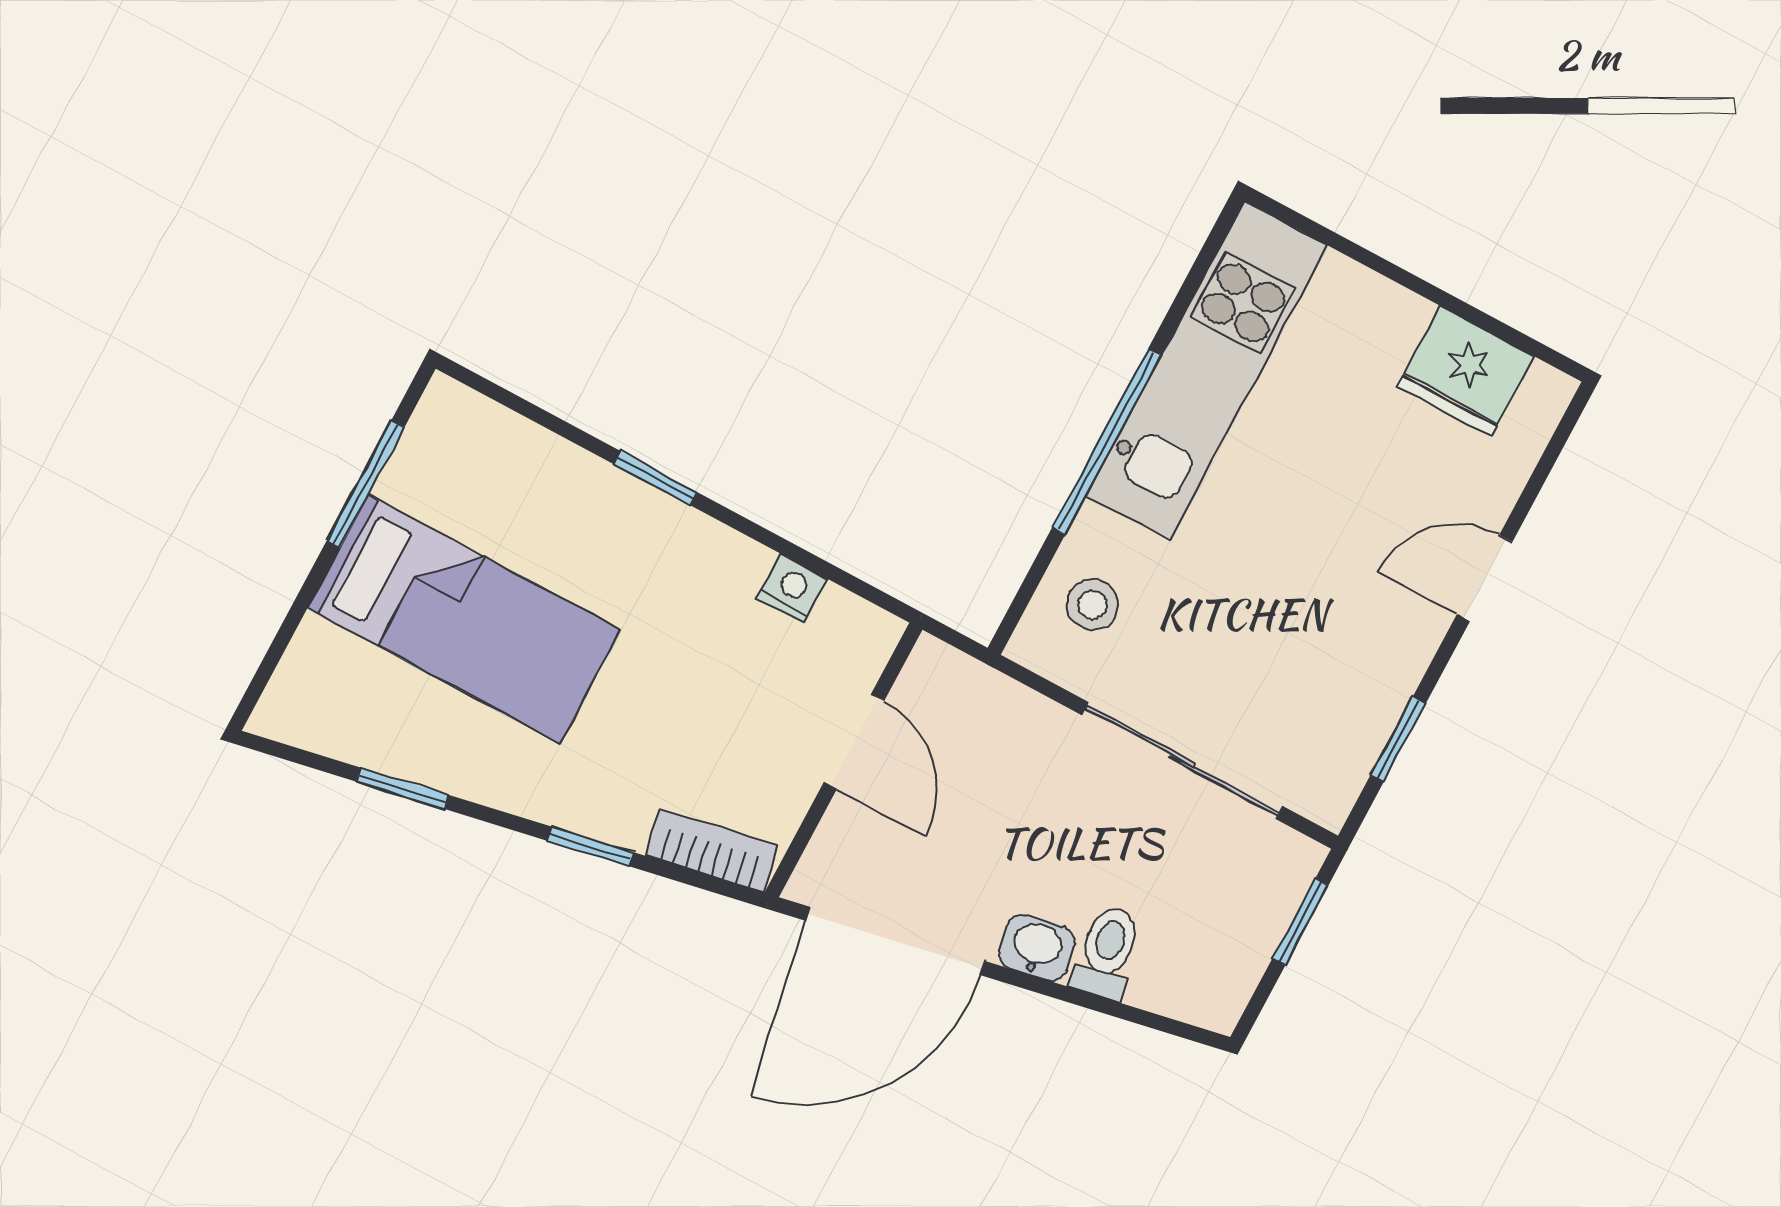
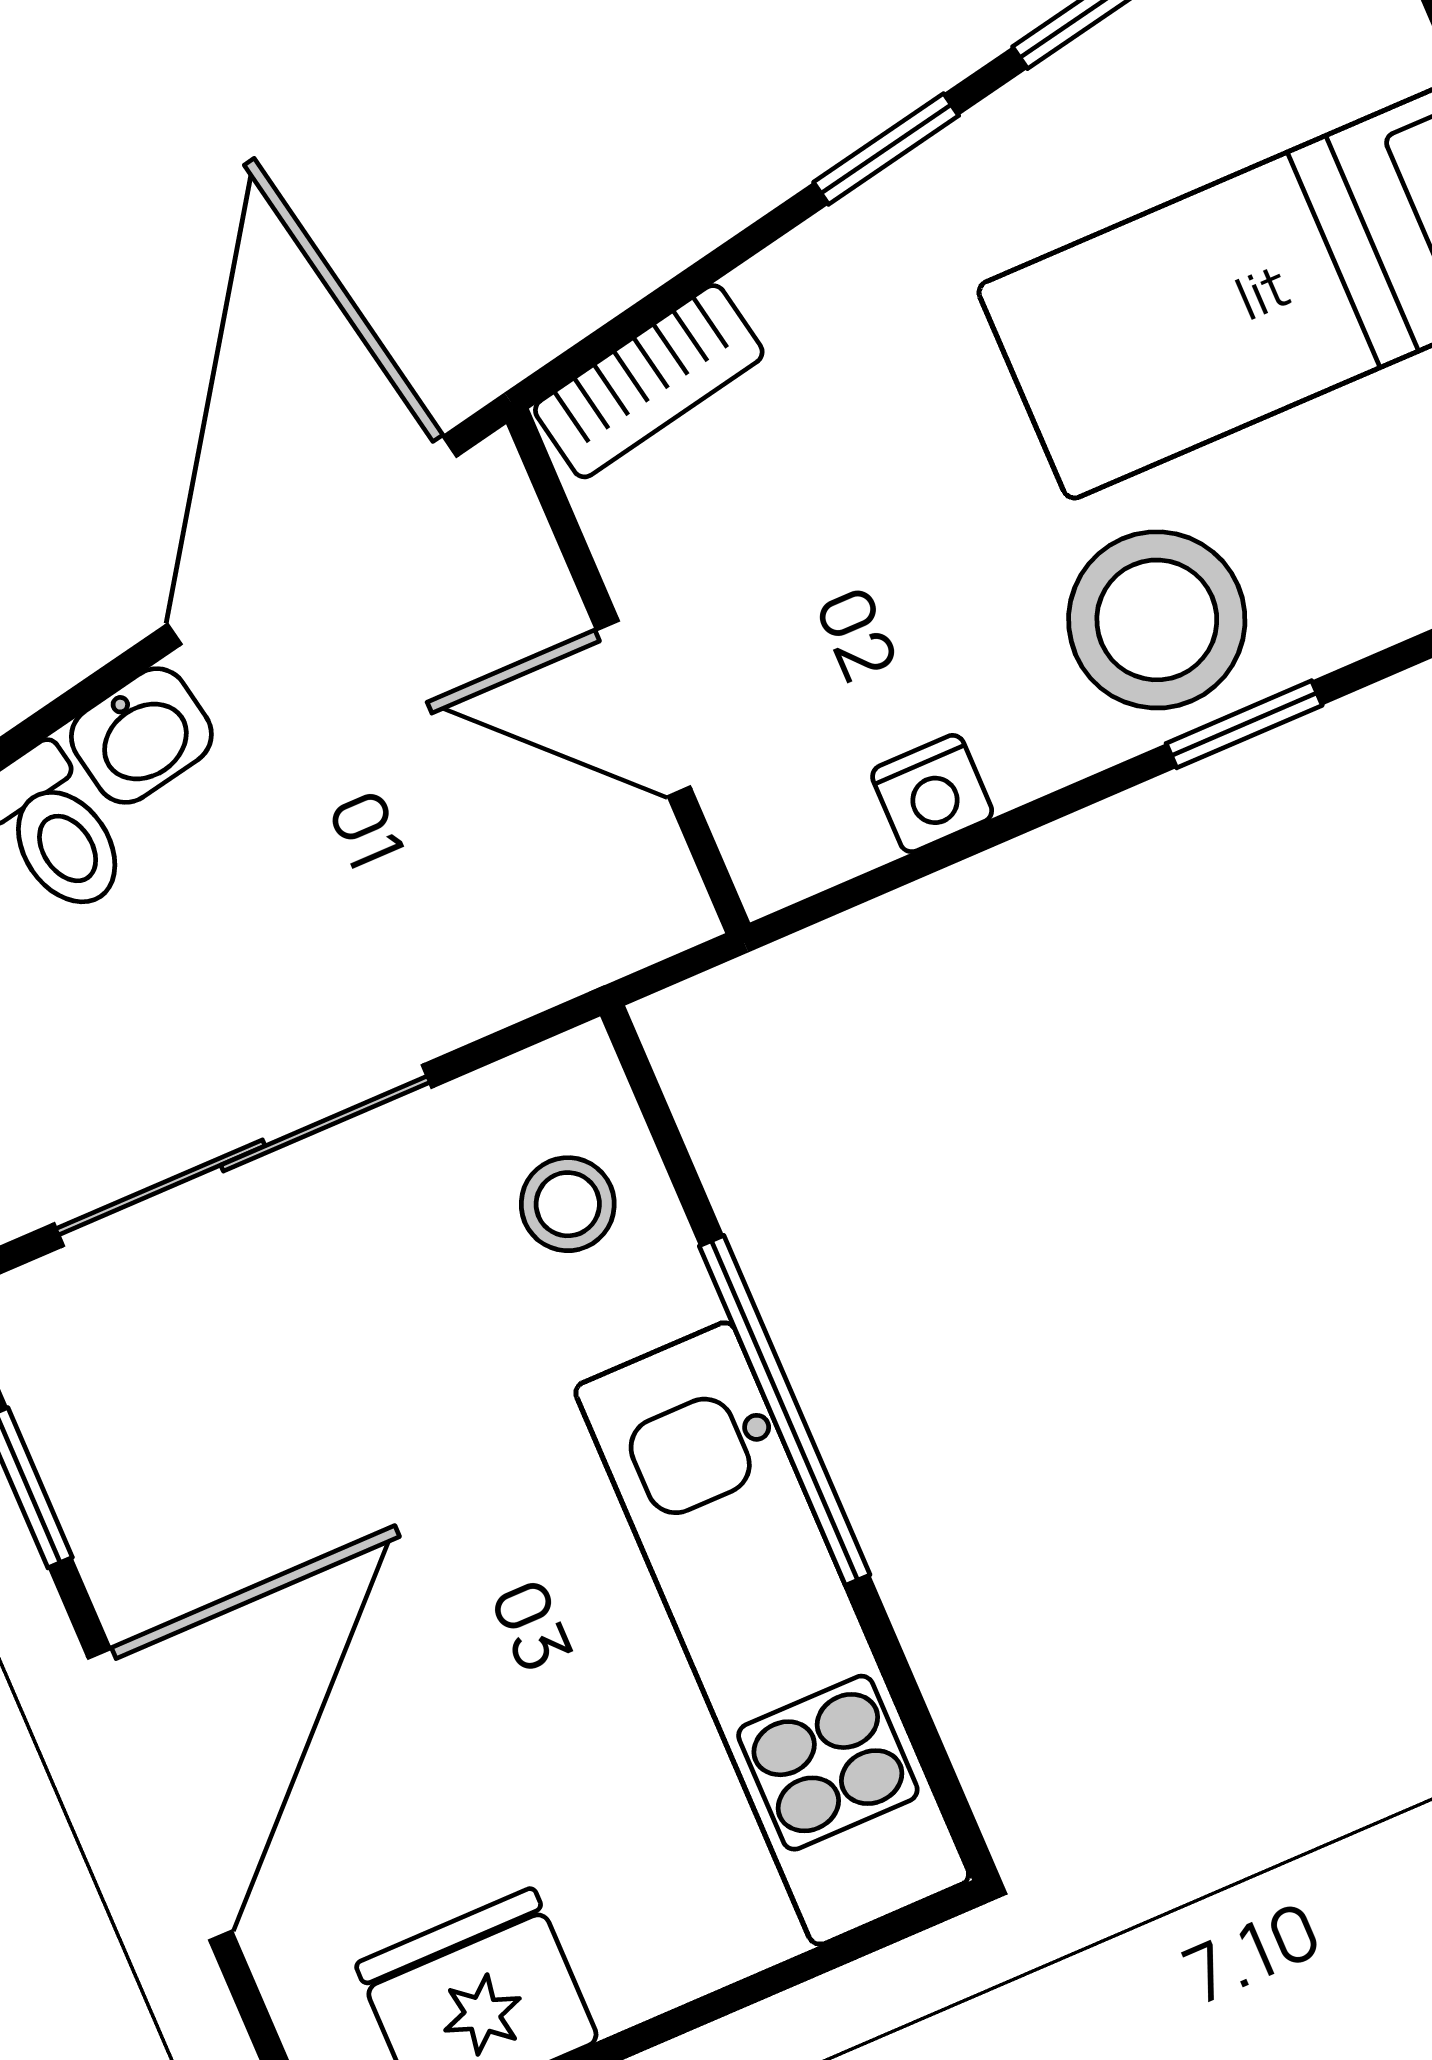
stool: (641, 551) -> (1157, 620), added
door: (1485, 578) -> (160, 1795), width x1.88
window: (591, 847) -> (886, 149), moved

